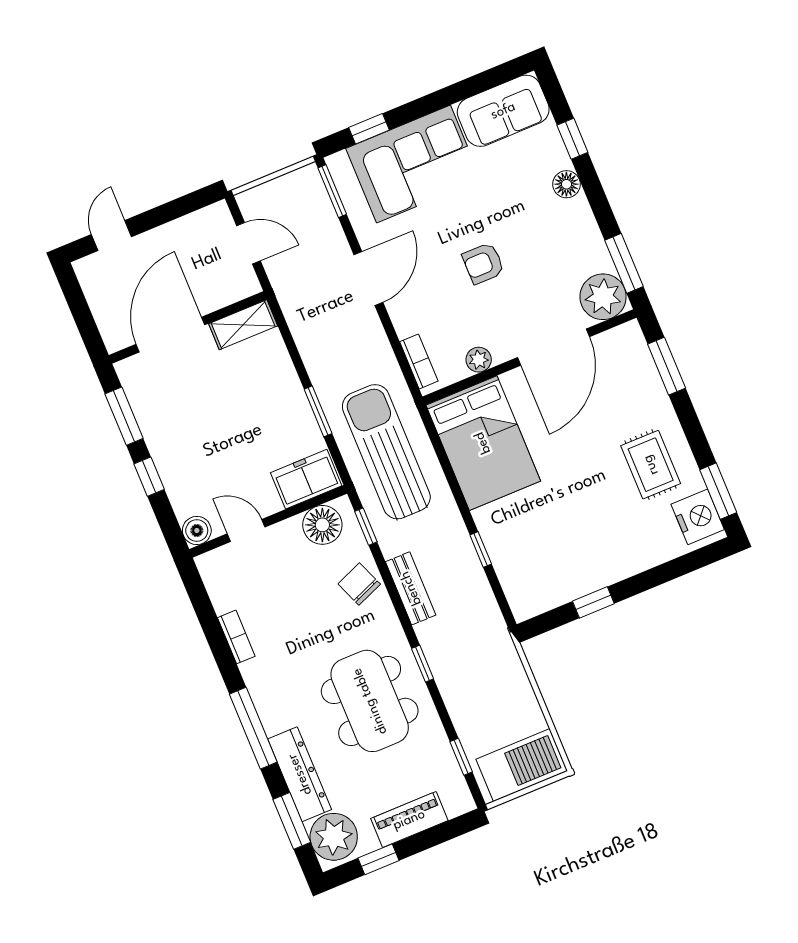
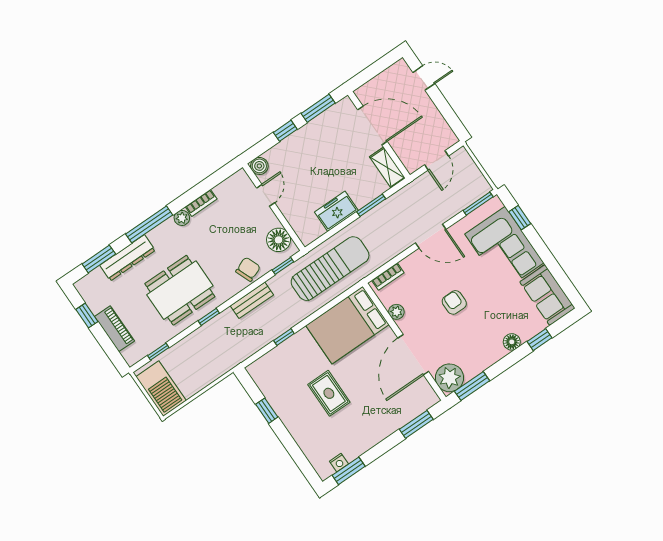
door: (554, 347) -> (413, 355), hinge flipped
window: (318, 411) -> (371, 205), moved
rug: (651, 465) -> (329, 393), moved, turned 90
freezer: (306, 479) -> (336, 211), moved, turned -90
nightstand: (698, 517) -> (339, 463), width x0.53, depth x0.56
plant: (334, 837) -> (182, 218), moved, width x0.53, depth x0.53

